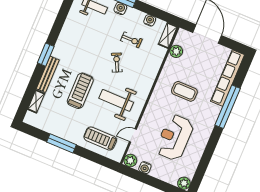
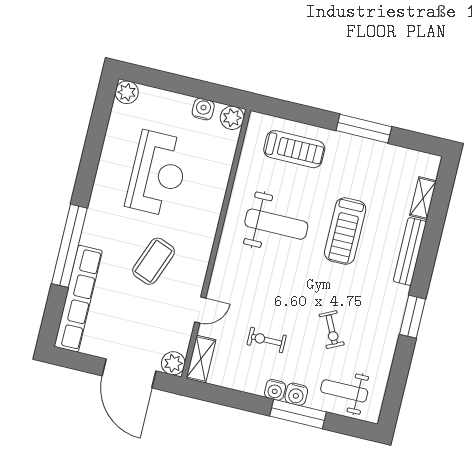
water cooler: (150, 20) -> (275, 390), moved
plant: (176, 51) -> (173, 363), moved
window: (46, 55) -> (412, 317), moved
exercise bike: (117, 63) -> (332, 330), moved
coffee table: (184, 91) -> (154, 261), turned -69
door: (133, 135) -> (200, 310), moved

